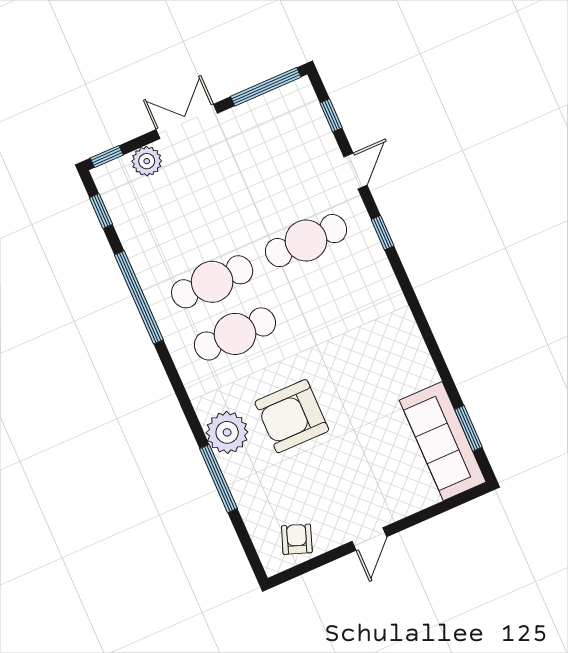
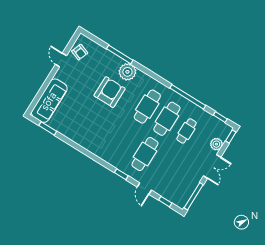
cafe table: (189, 230) -> (186, 131), added
sofa: (443, 441) -> (49, 101), moved, turned 90
door: (369, 539) -> (61, 60), moved

